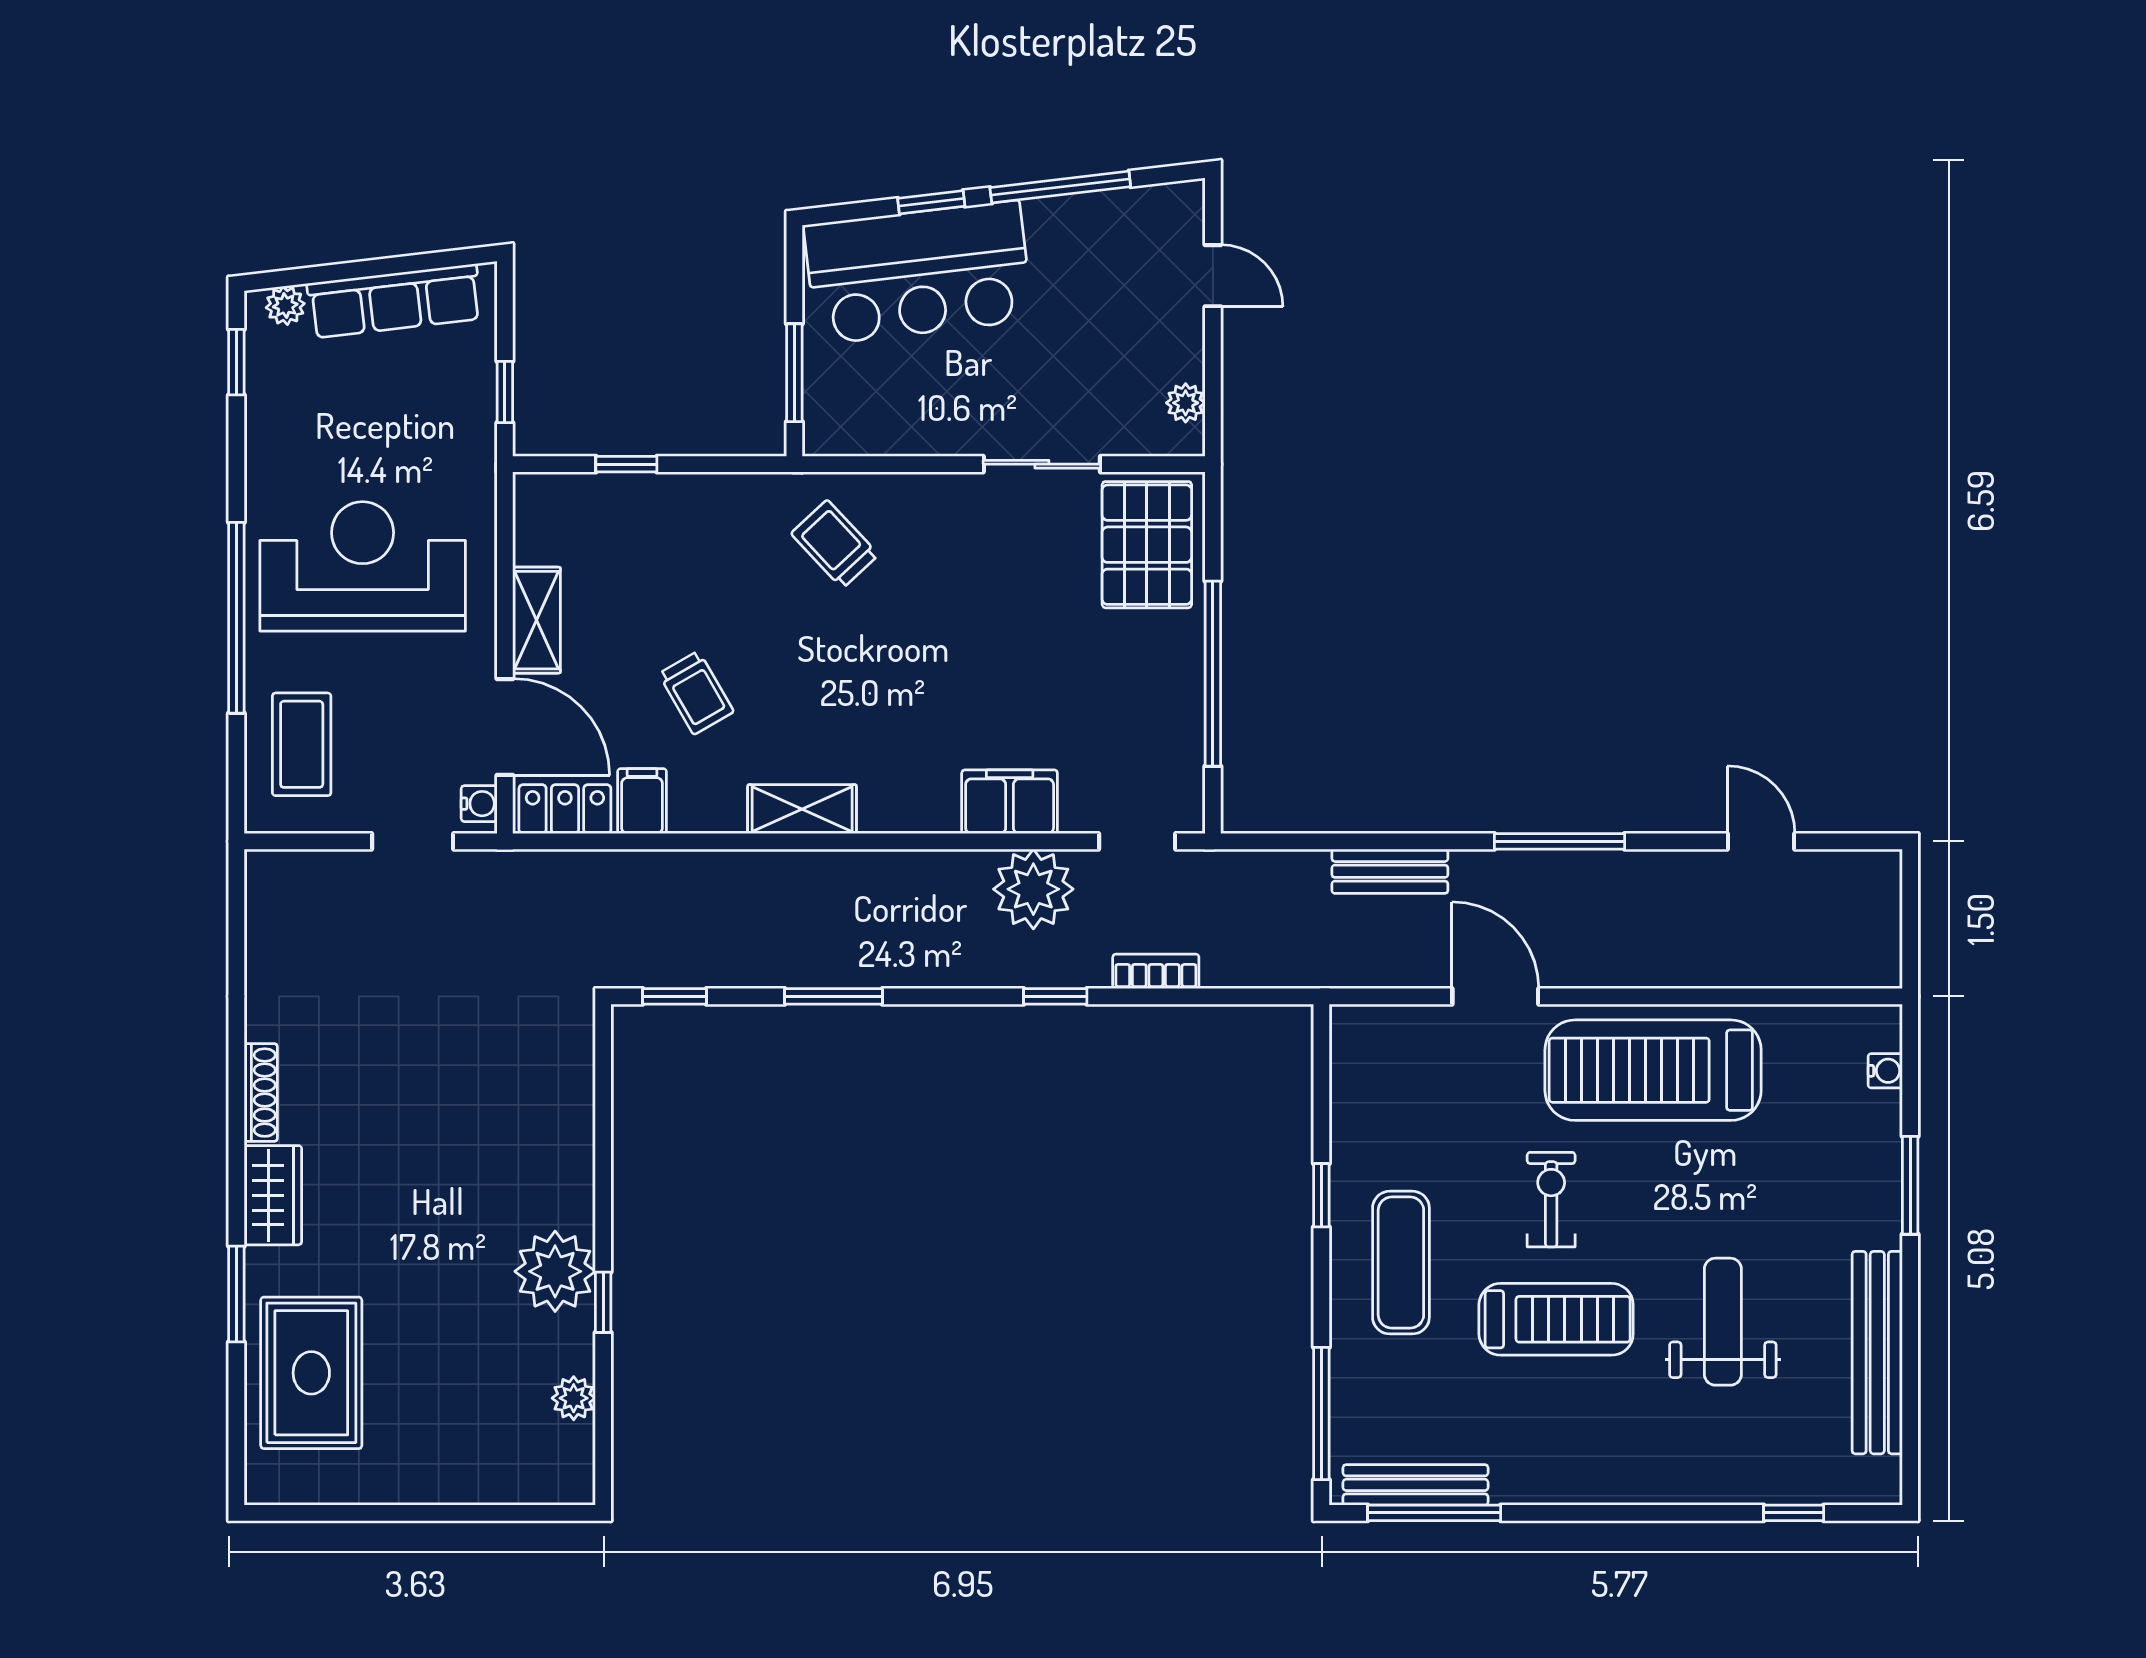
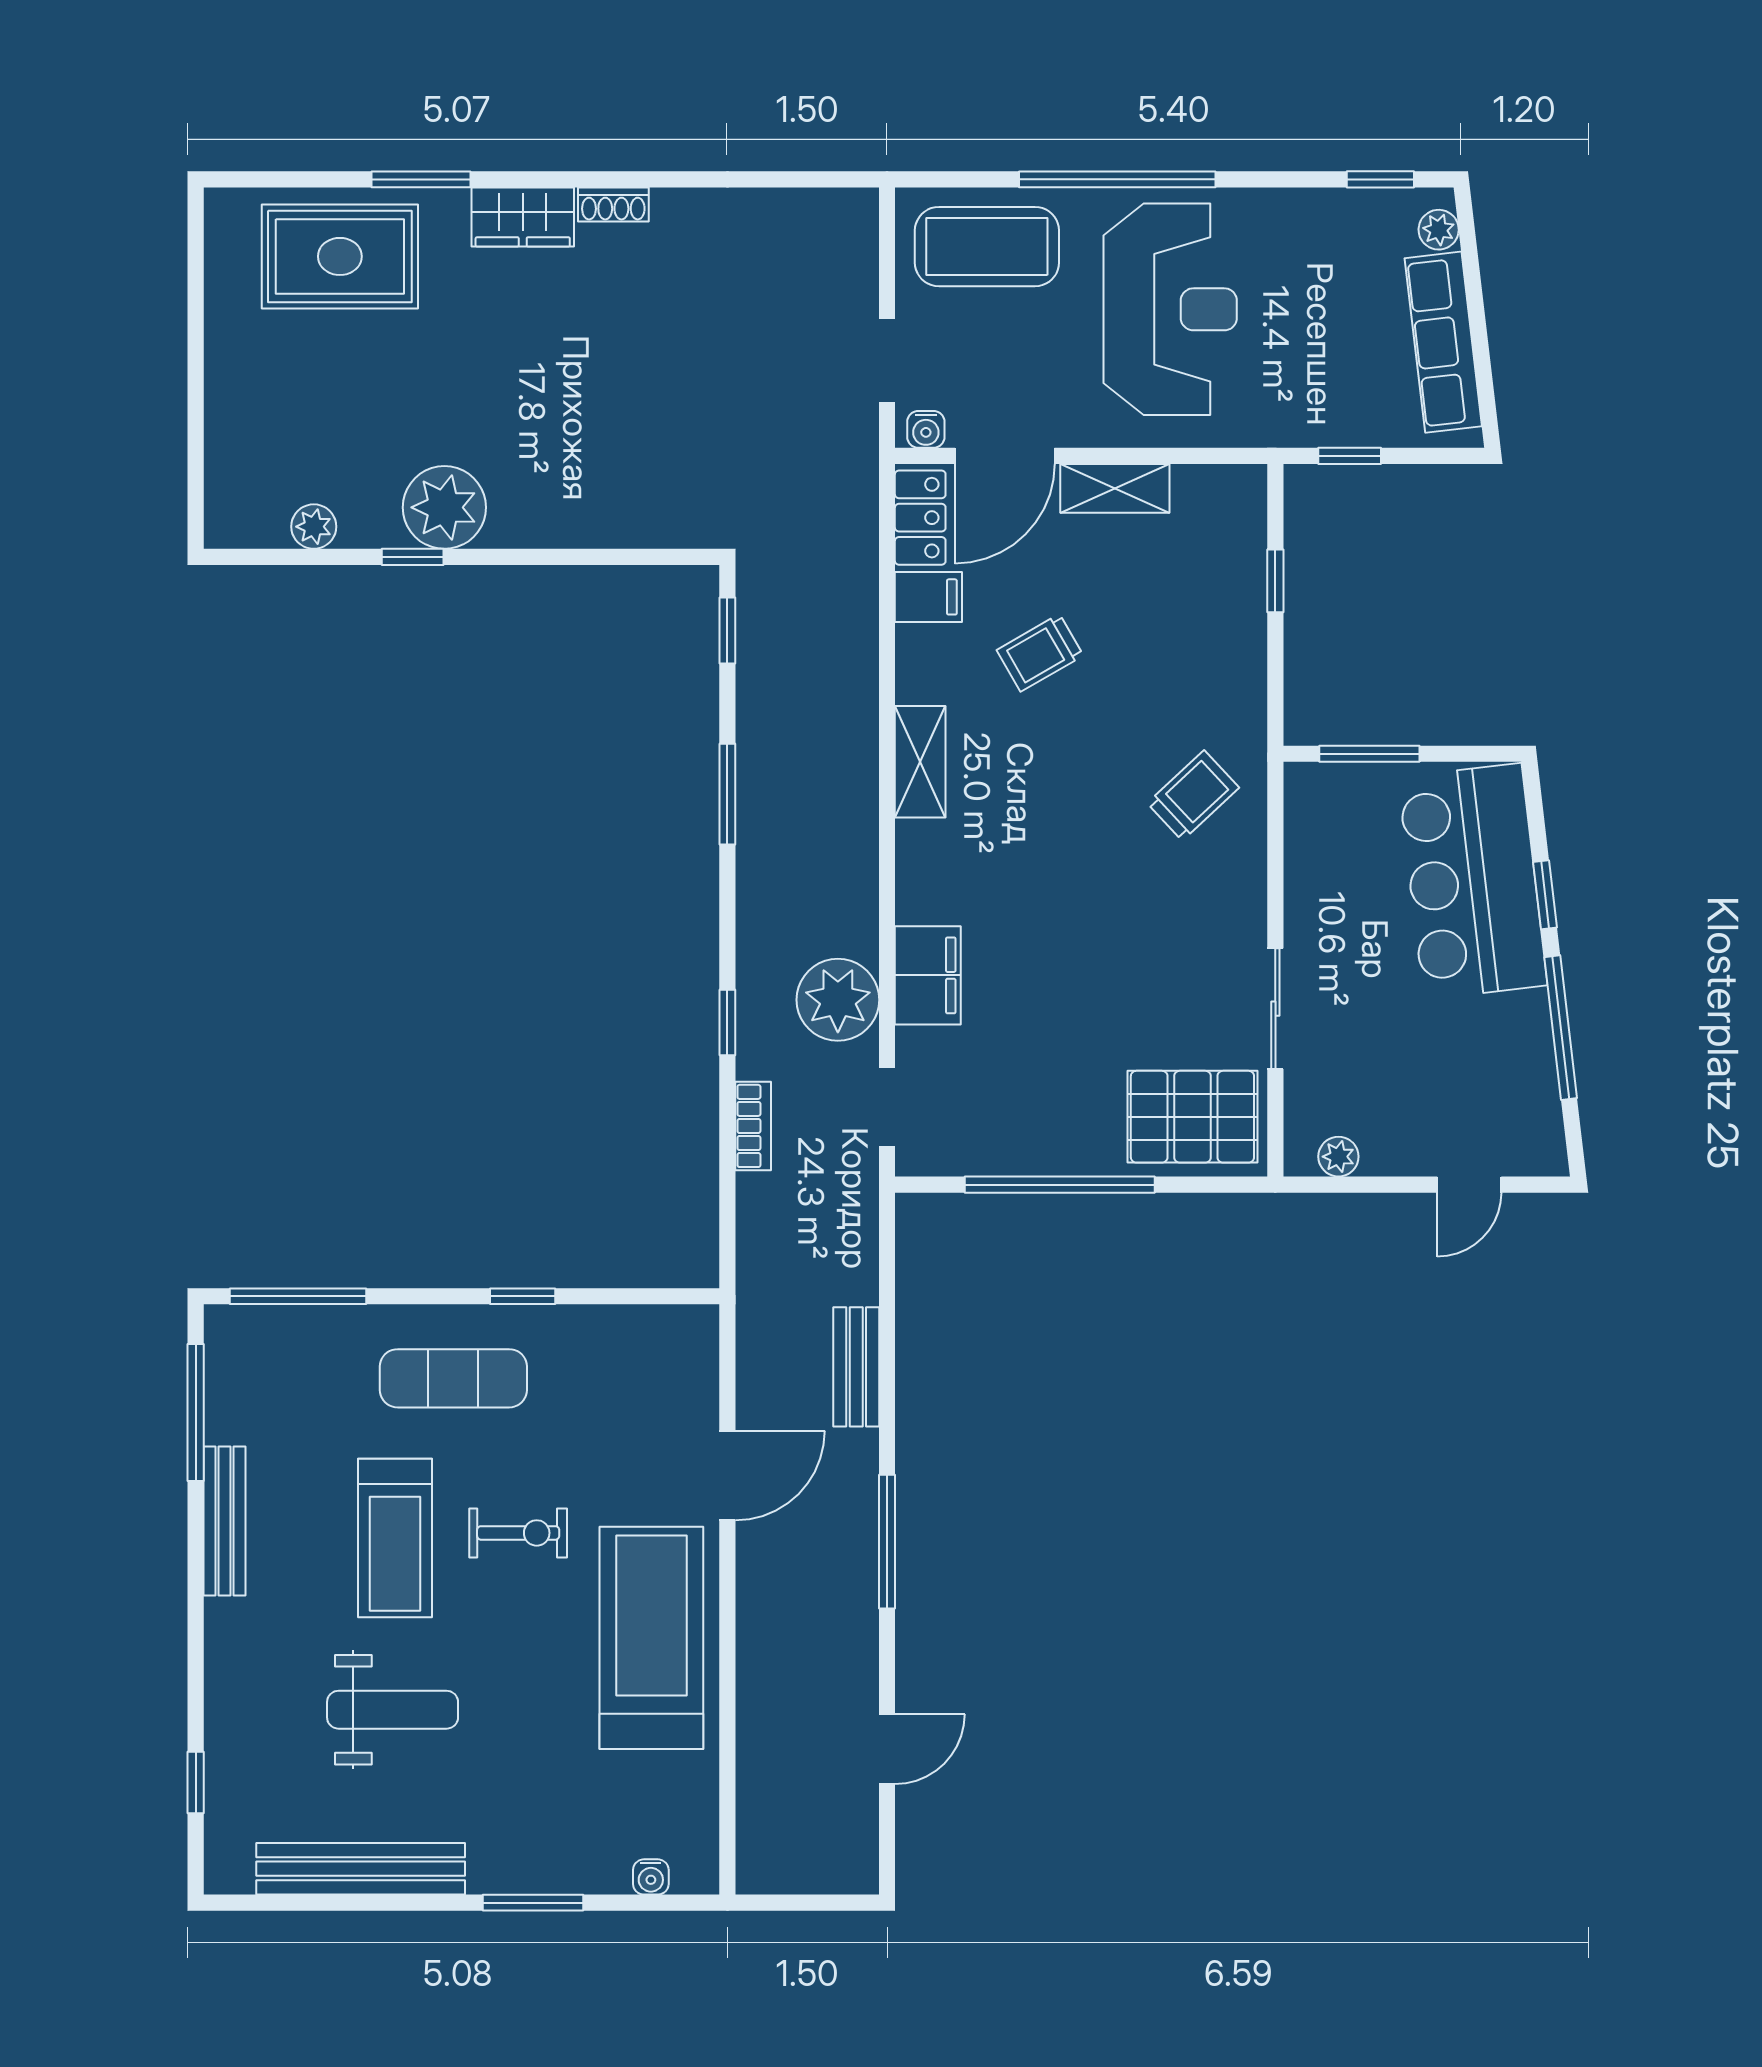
coffee table: (302, 744) -> (987, 247), width x1.36, depth x1.32
shoe rack: (261, 1093) -> (613, 204), width x0.70
bench: (1416, 1485) -> (224, 1521), moved

